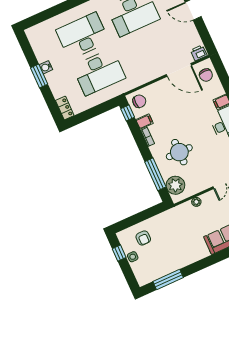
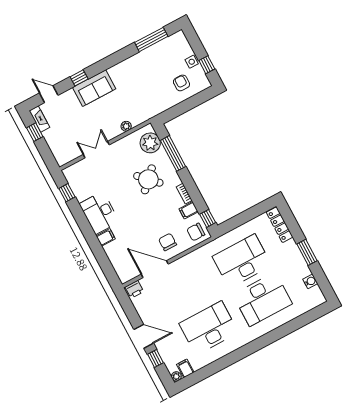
water cooler: (46, 67) -> (310, 281), moved
chair: (206, 75) -> (168, 242), moved
locker: (65, 108) -> (280, 225), width x1.53
round table: (179, 152) -> (148, 179), turned 45

